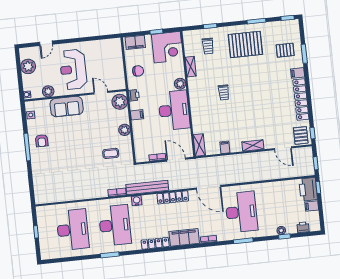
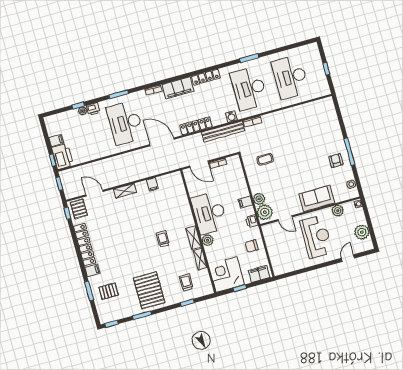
pallet: (245, 44) -> (149, 290), turned 90
plant: (125, 130) -> (259, 199), moved
shelving: (199, 145) -> (194, 238), moved
printer: (303, 227) -> (93, 109), moved

